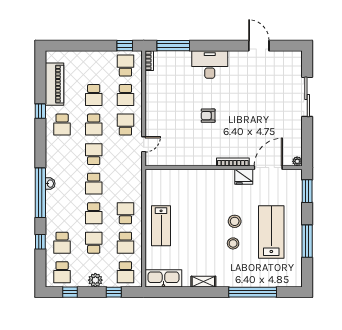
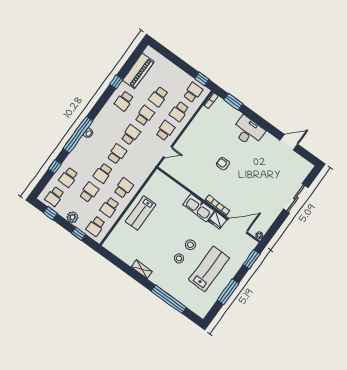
window: (173, 46) -> (233, 102), width x0.69
door: (259, 46) -> (289, 142), hinge flipped
school desk: (94, 125) -> (145, 116), turned 180
school desk: (94, 184) -> (117, 154), turned 180
kitchen sink: (163, 278) -> (199, 208), moved, turned 180

